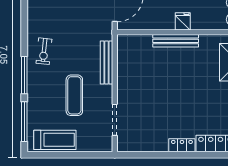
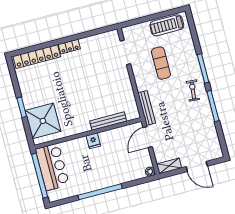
bench: (176, 41) -> (108, 121), moved
bench: (106, 62) -> (147, 108), moved
window: (24, 122) -> (213, 106), moved

